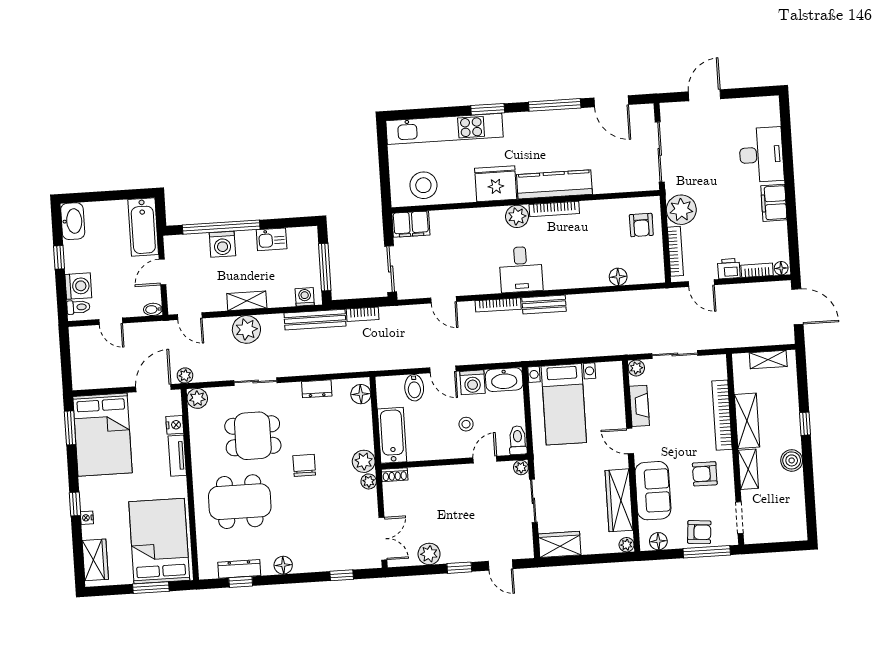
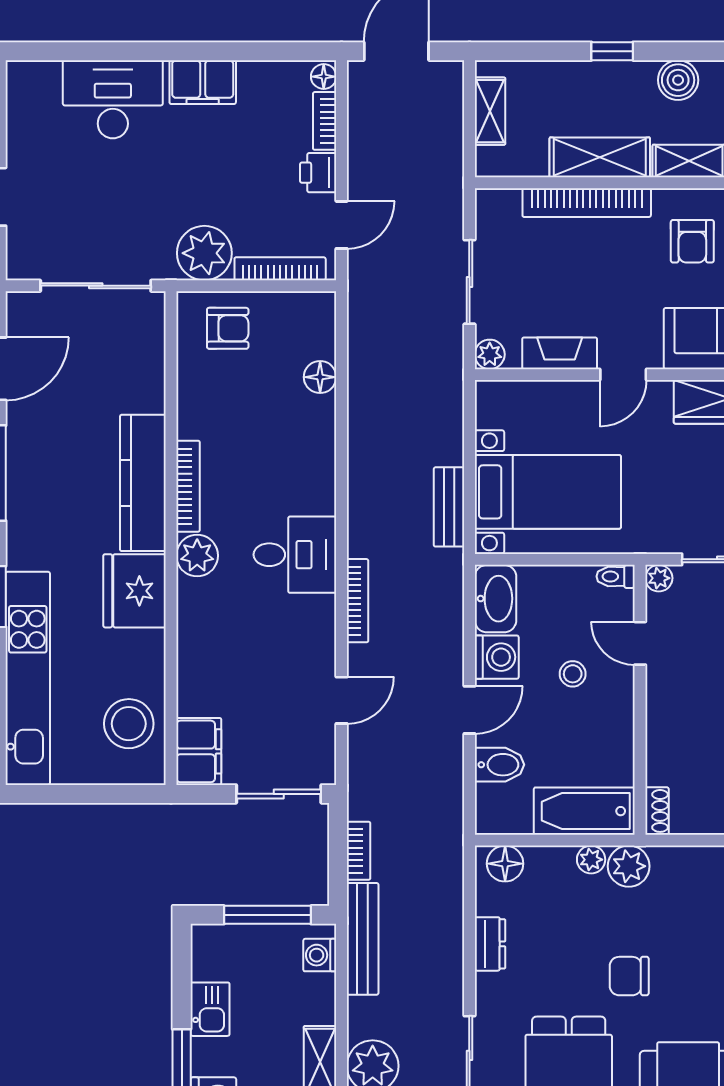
bench: (544, 304) -> (449, 507), moved
toilet: (518, 440) -> (616, 576), width x0.73, depth x0.72
plant: (369, 481) -> (591, 860), moved

